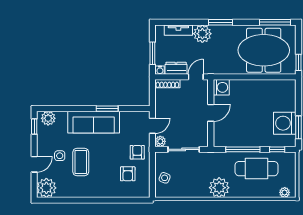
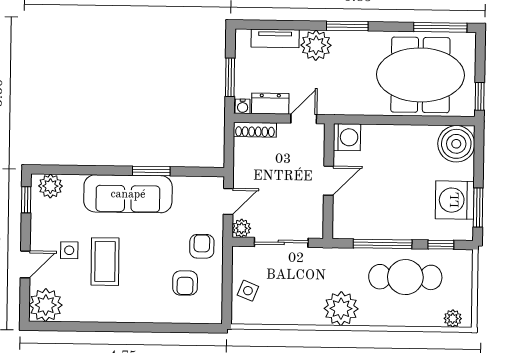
boiler: (285, 90) -> (456, 144), added

